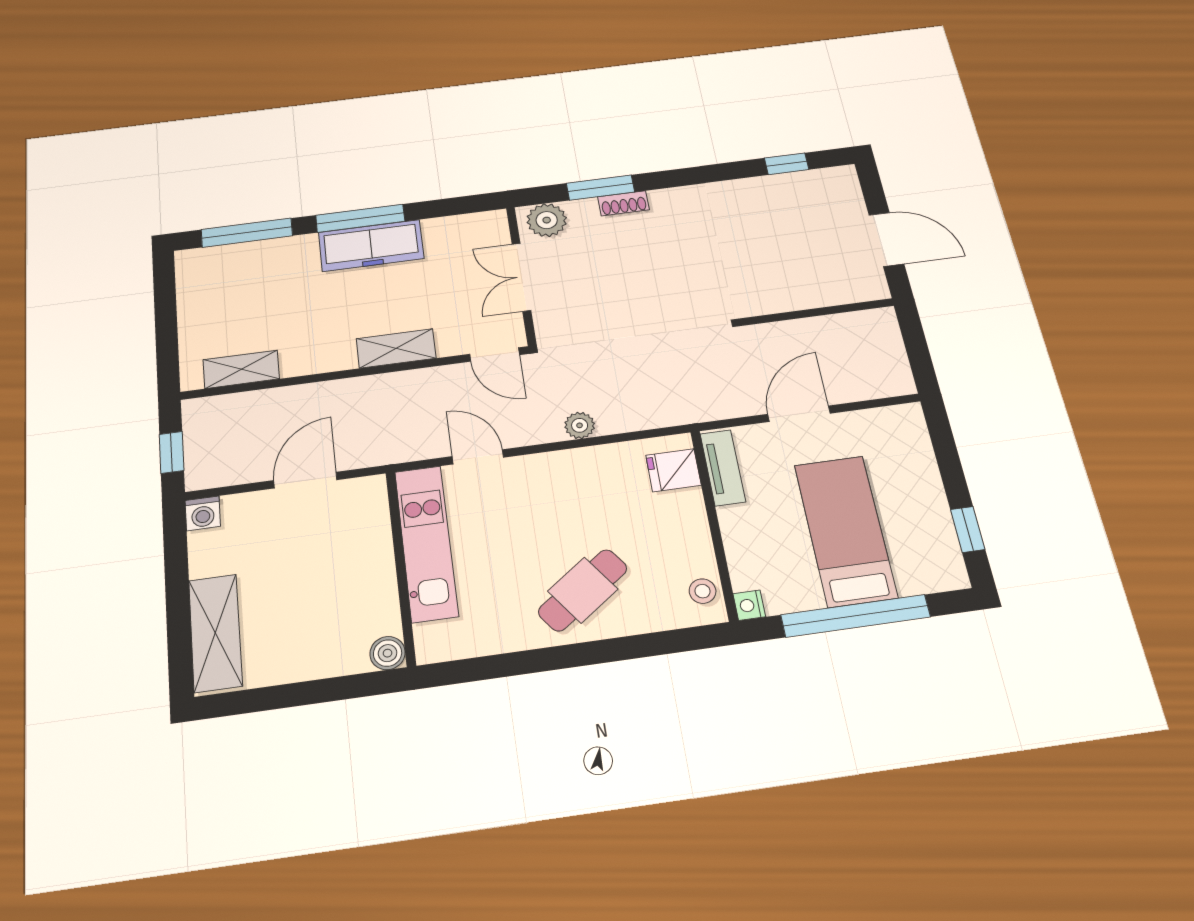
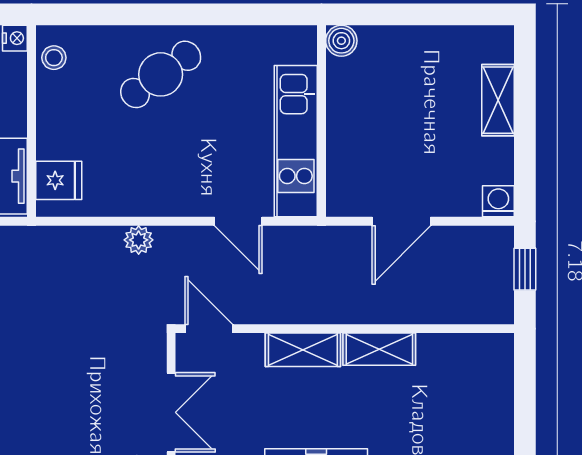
shelving: (241, 369) -> (379, 349), moved
shelving: (215, 633) -> (498, 100), width x0.67, depth x0.75

